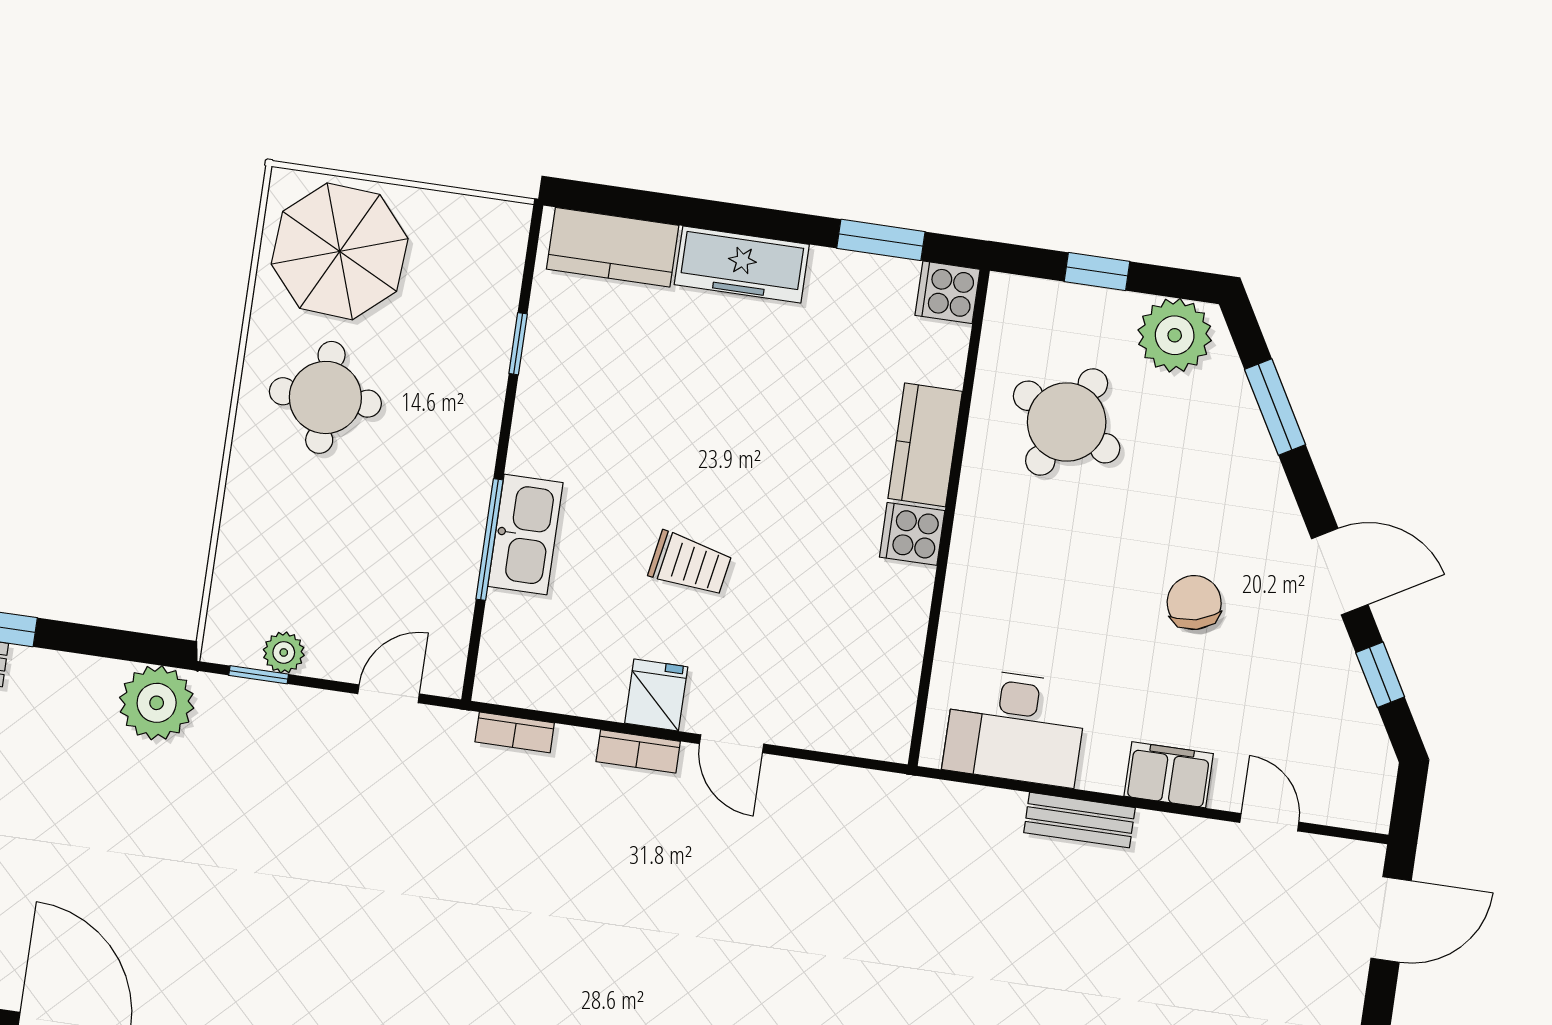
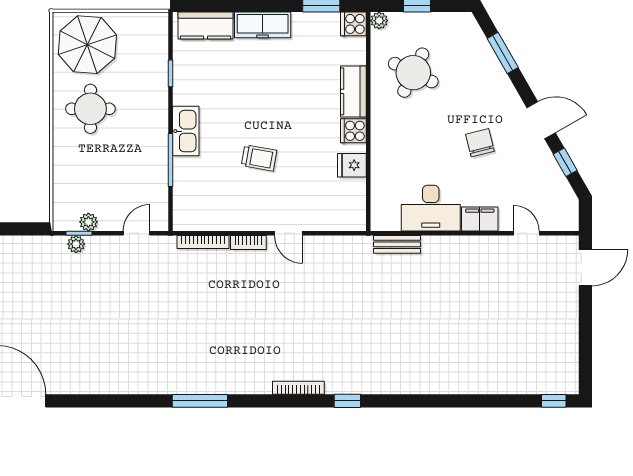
plant: (1175, 335) -> (379, 21), moved, width x0.53, depth x0.53
kitchen sink: (525, 534) -> (186, 131), moved
fridge: (656, 695) -> (352, 165), moved, turned -90
plant: (157, 703) -> (76, 244), moved, width x0.53, depth x0.53
desk: (1015, 727) -> (431, 208), moved
bookcase: (515, 732) -> (203, 242), width x1.56
bench: (1079, 820) -> (397, 244), moved

